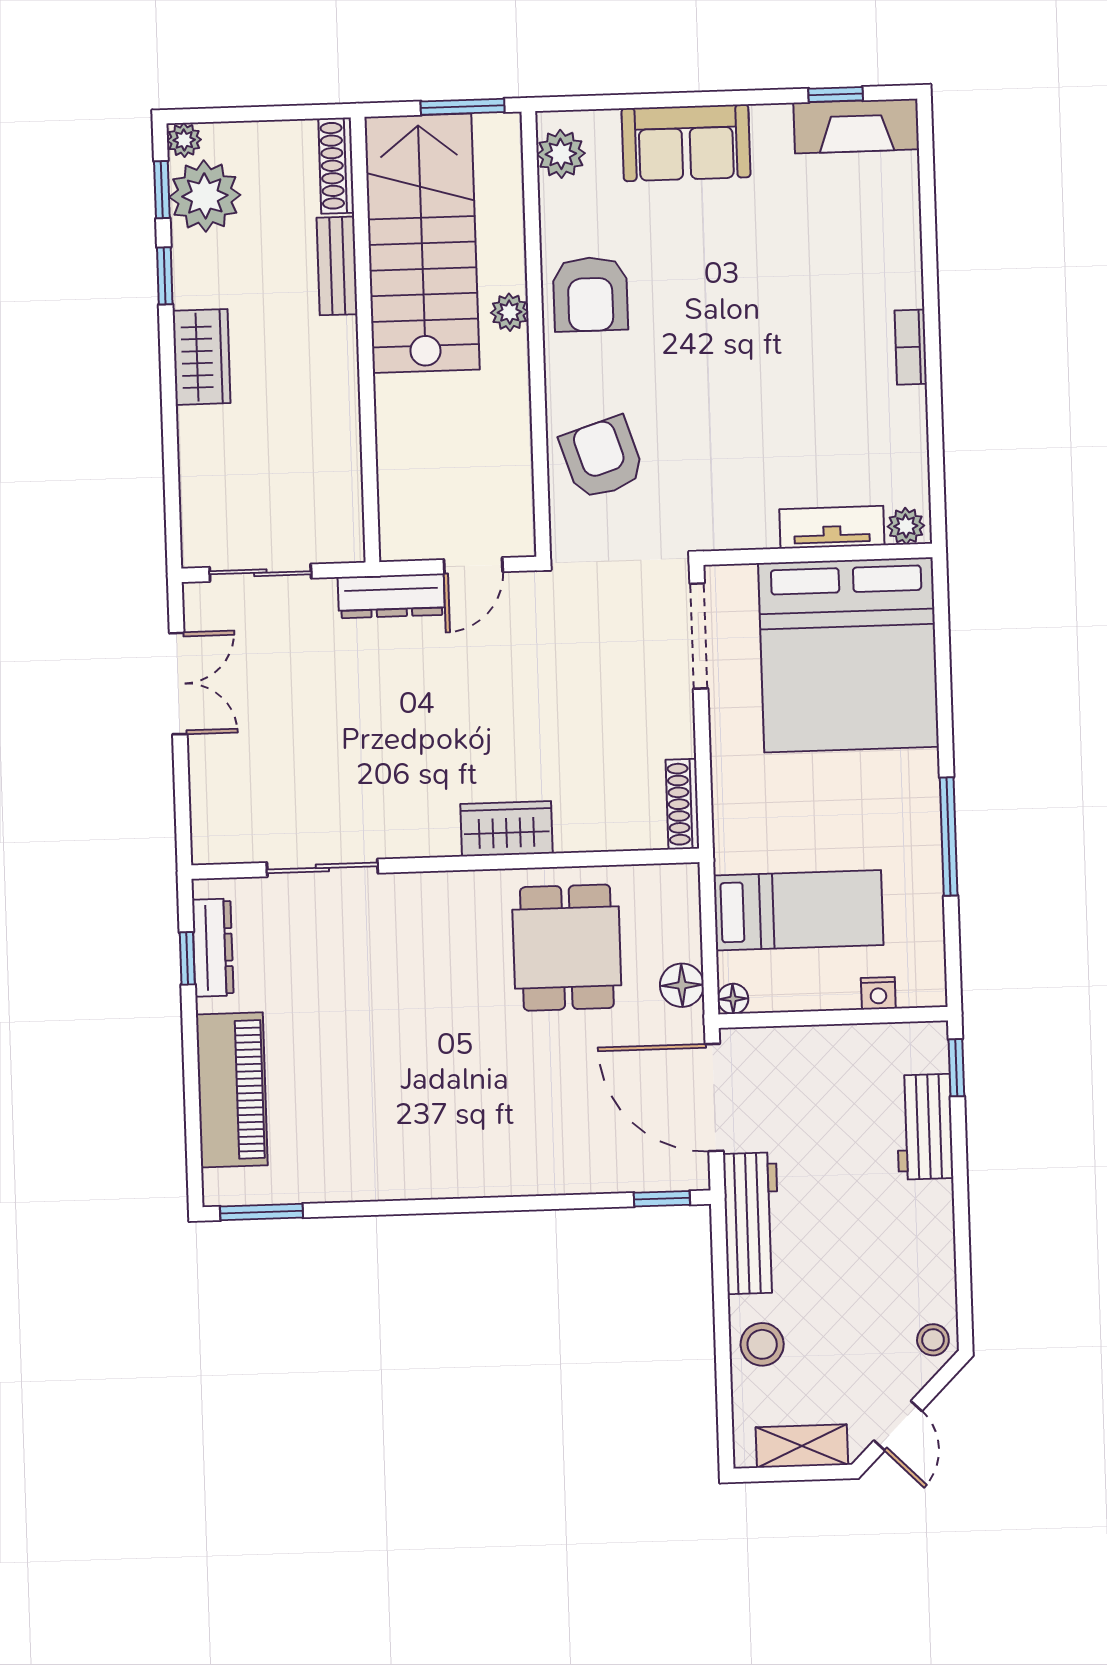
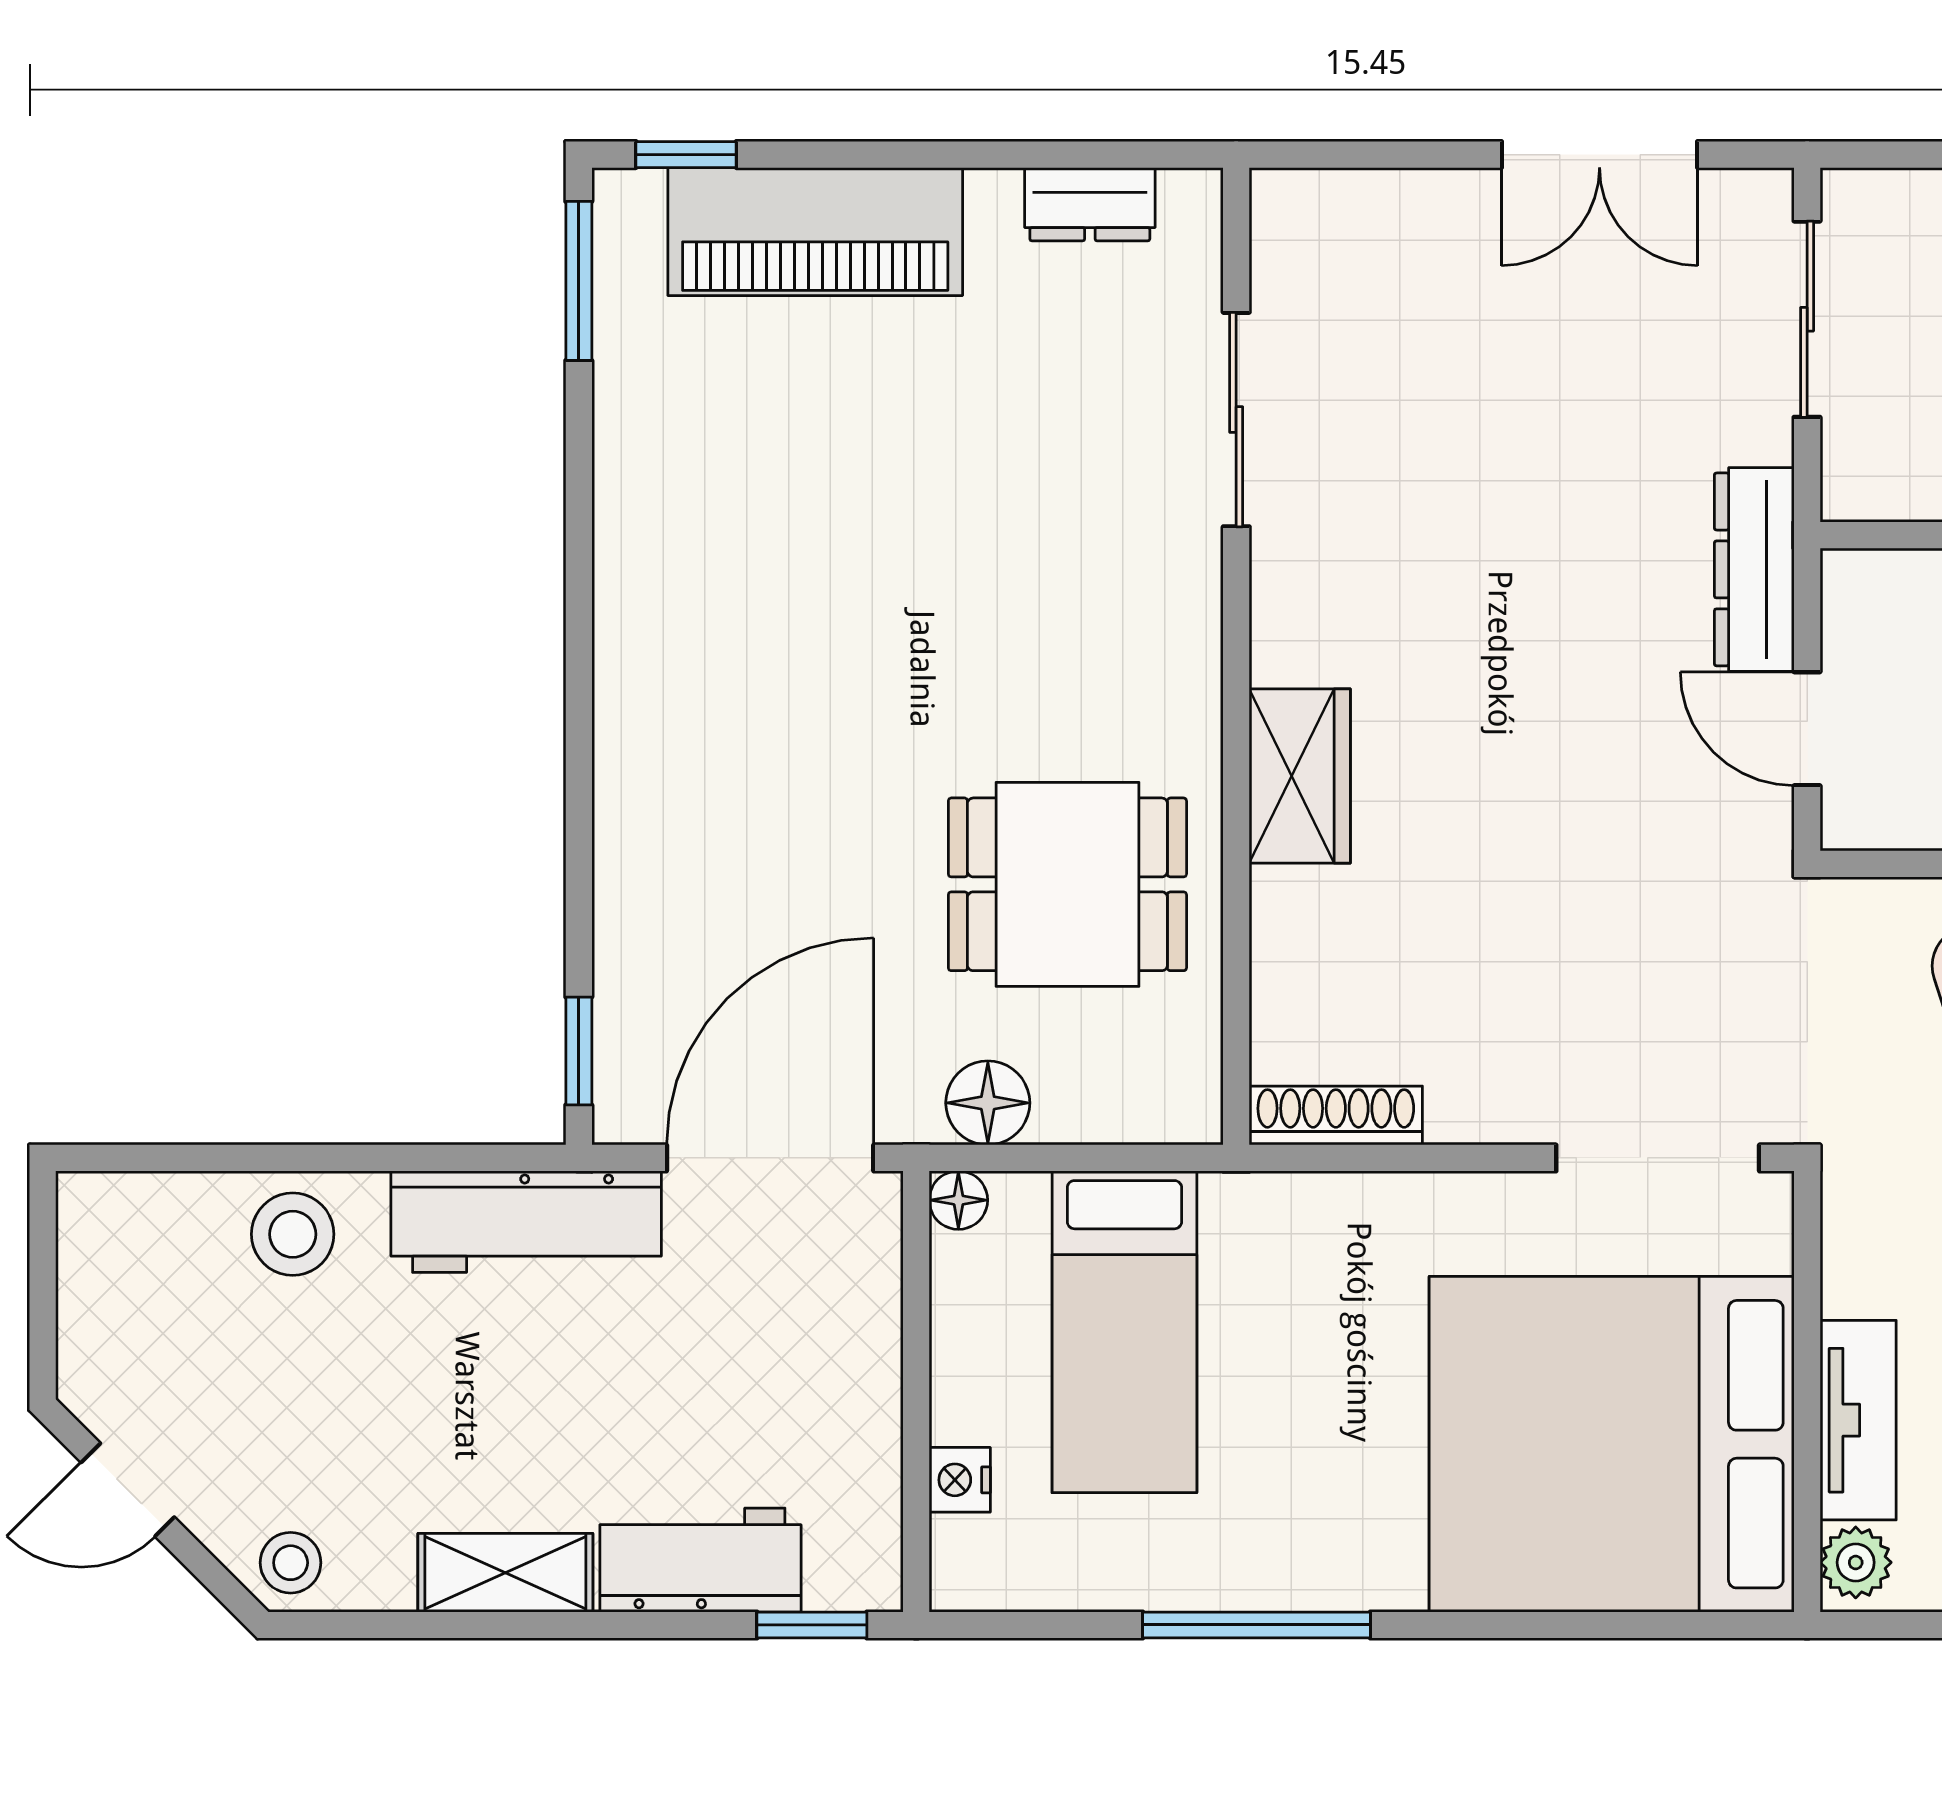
dresser: (213, 948) -> (1090, 204), width x0.70
window: (187, 958) -> (686, 155), moved
shelving: (802, 1446) -> (505, 1573), moved, turned 90

